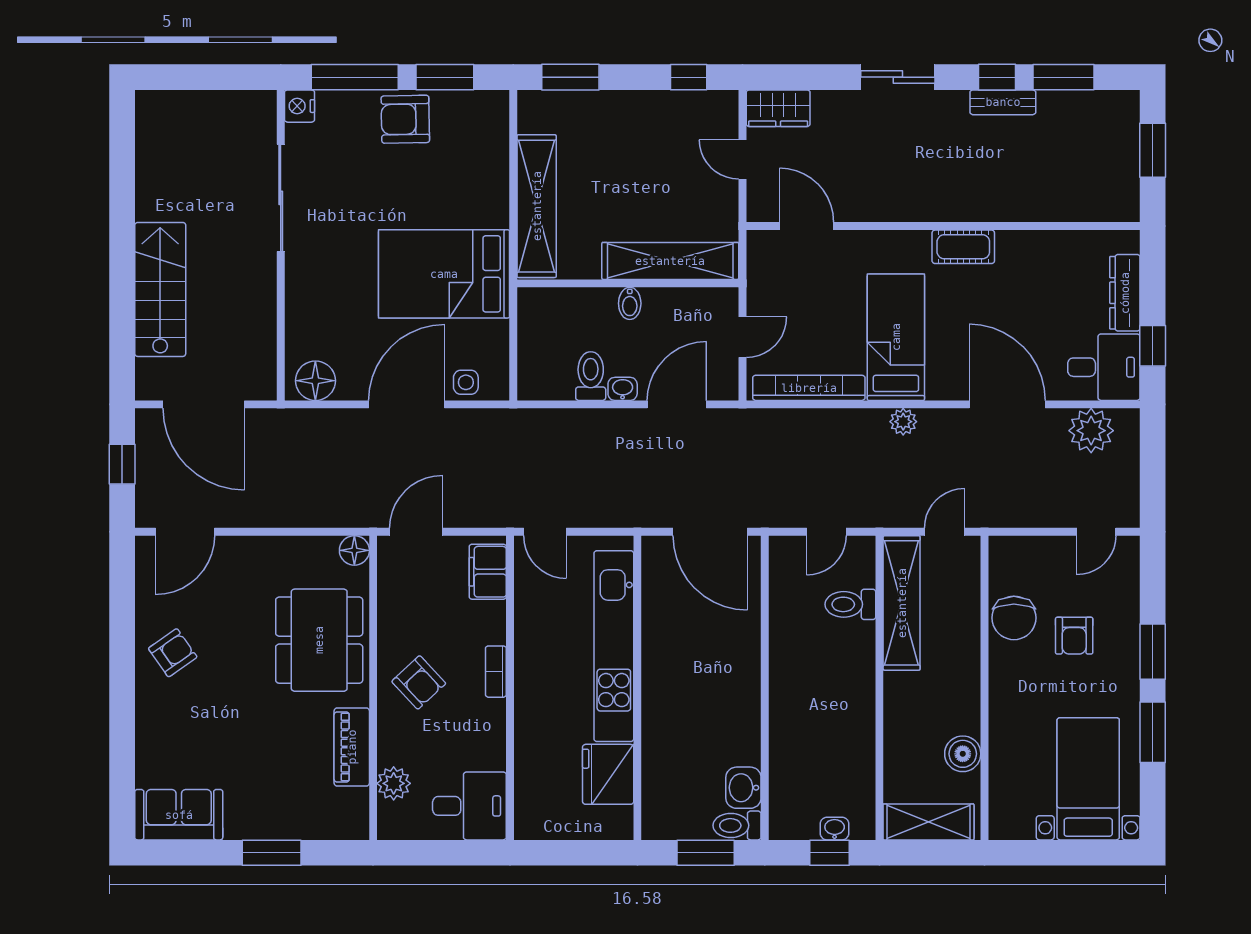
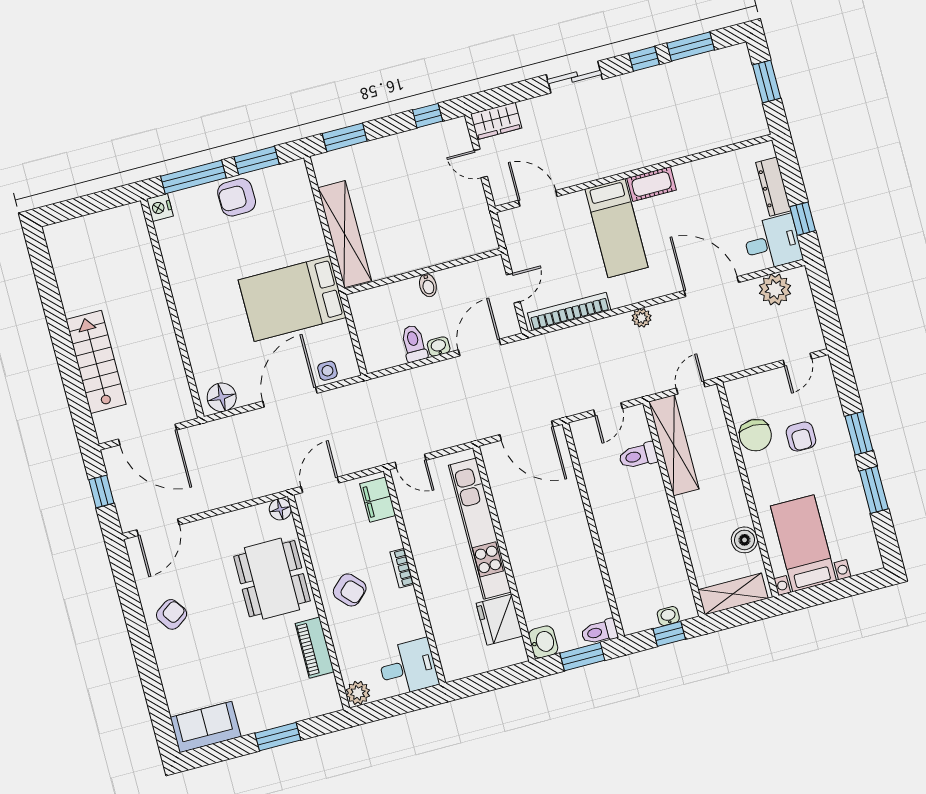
bench: (1003, 102) -> (653, 75), removed
sliding door: (281, 198) -> (164, 275), removed
shelving: (670, 261) -> (449, 248), removed
bed: (896, 337) -> (616, 228), moved, turned 180
bed with nightstands: (1088, 779) -> (803, 543), moved
plant: (394, 783) -> (358, 693), moved
washbasin: (743, 788) -> (543, 642), moved, turned 180

